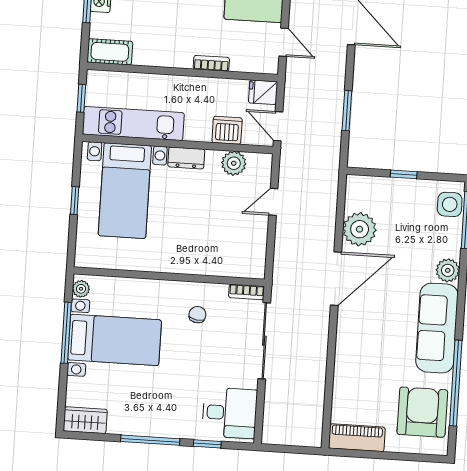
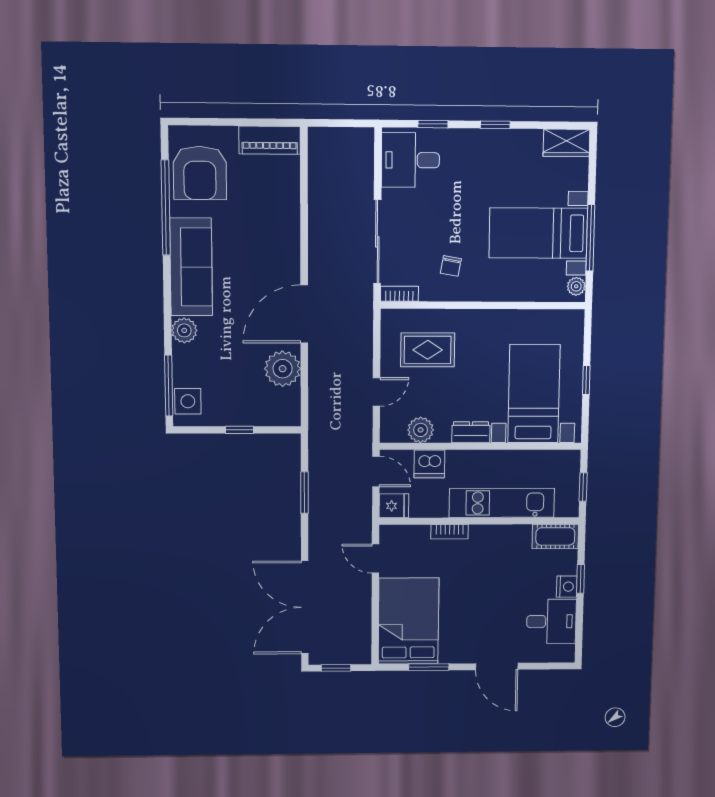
kitchen unit: (133, 123) -> (502, 503), moved, turned 180
rug: (223, 238) -> (428, 350), added
window: (150, 440) -> (495, 125), width x0.46

